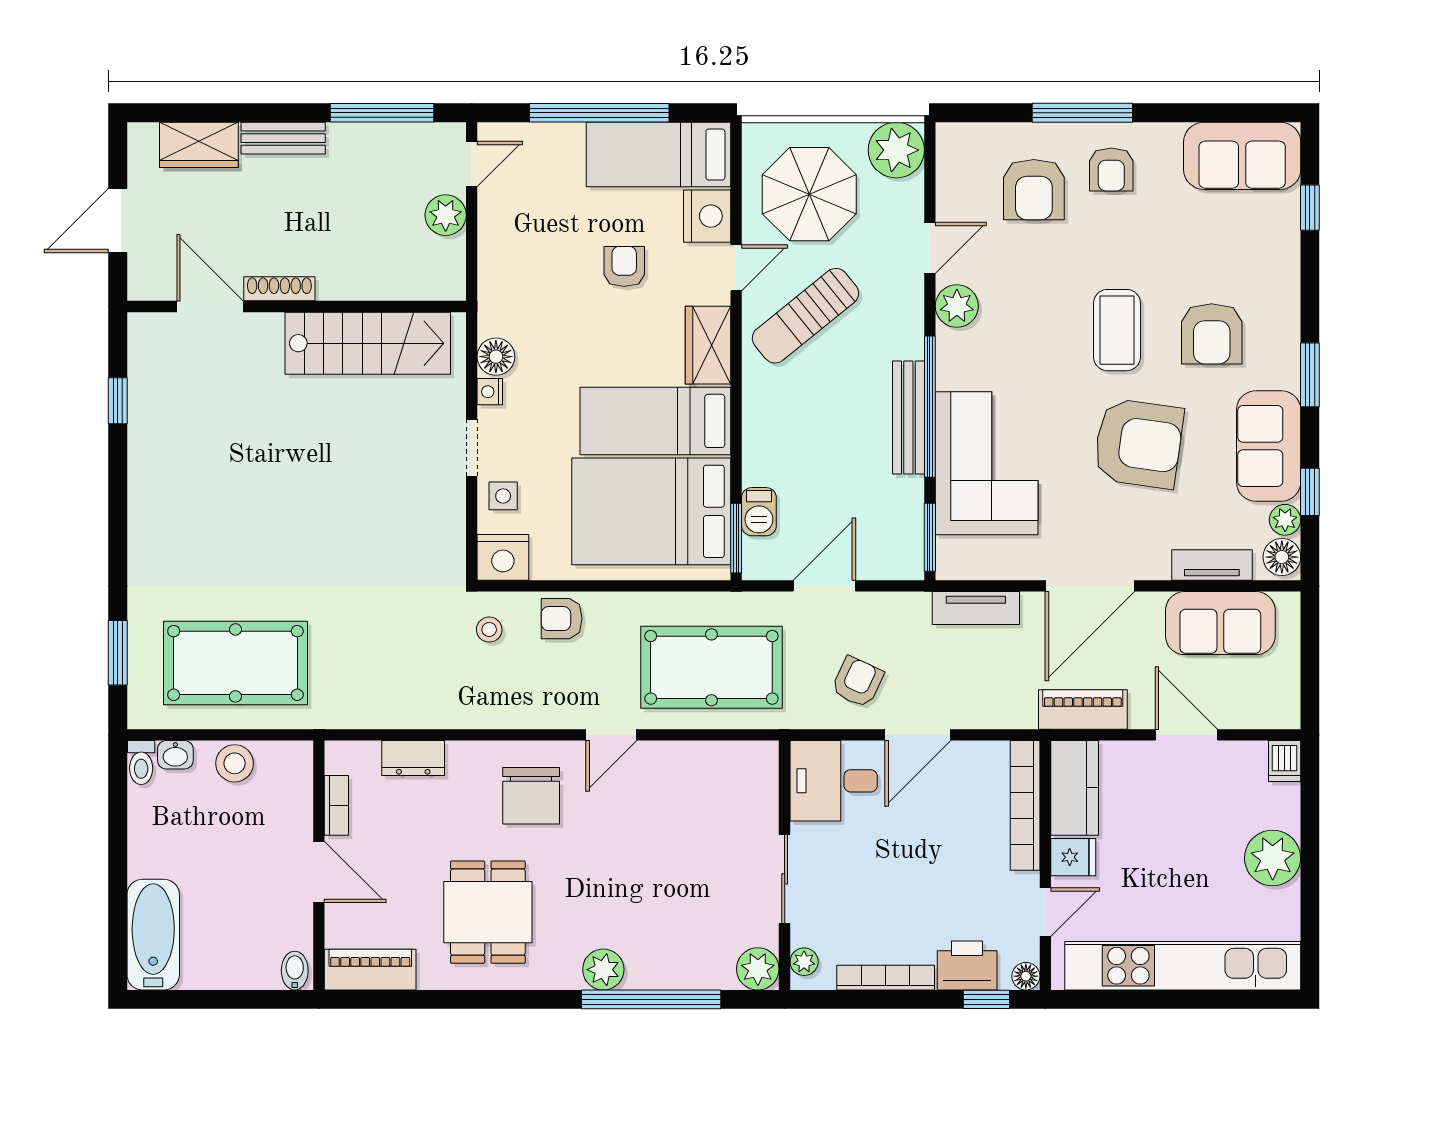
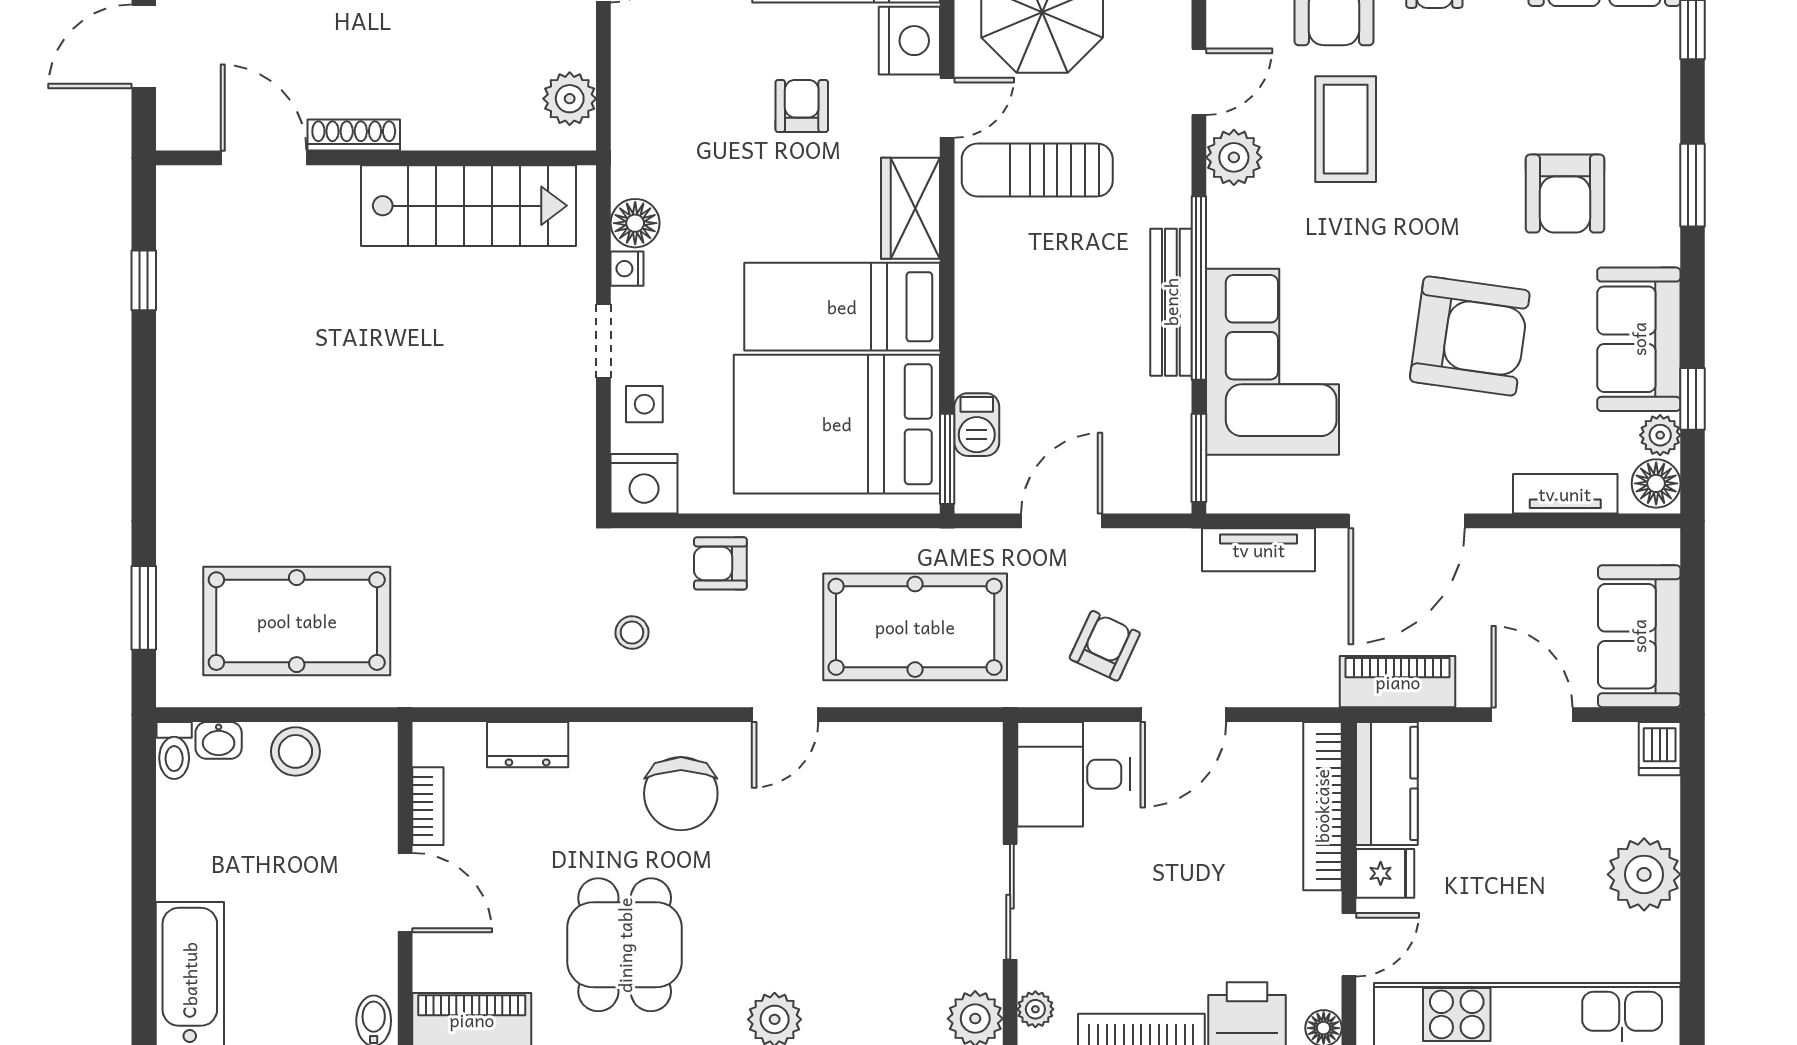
plant: (446, 215) -> (570, 99), moved
sun lounger: (805, 316) -> (1037, 170), turned 39
coffee table: (1117, 330) -> (1346, 129), moved
window: (1310, 375) -> (1692, 185), moved
sofa: (1220, 623) -> (1639, 636), moved, turned 90
stool: (489, 630) -> (632, 633), moved

